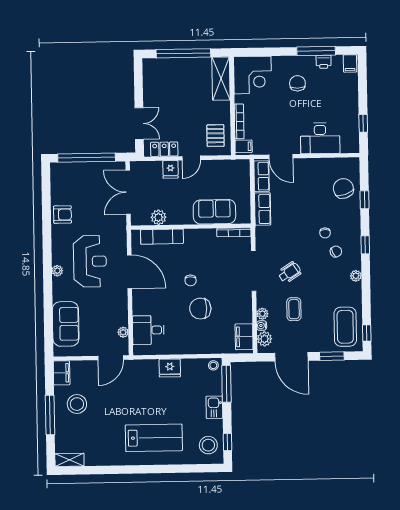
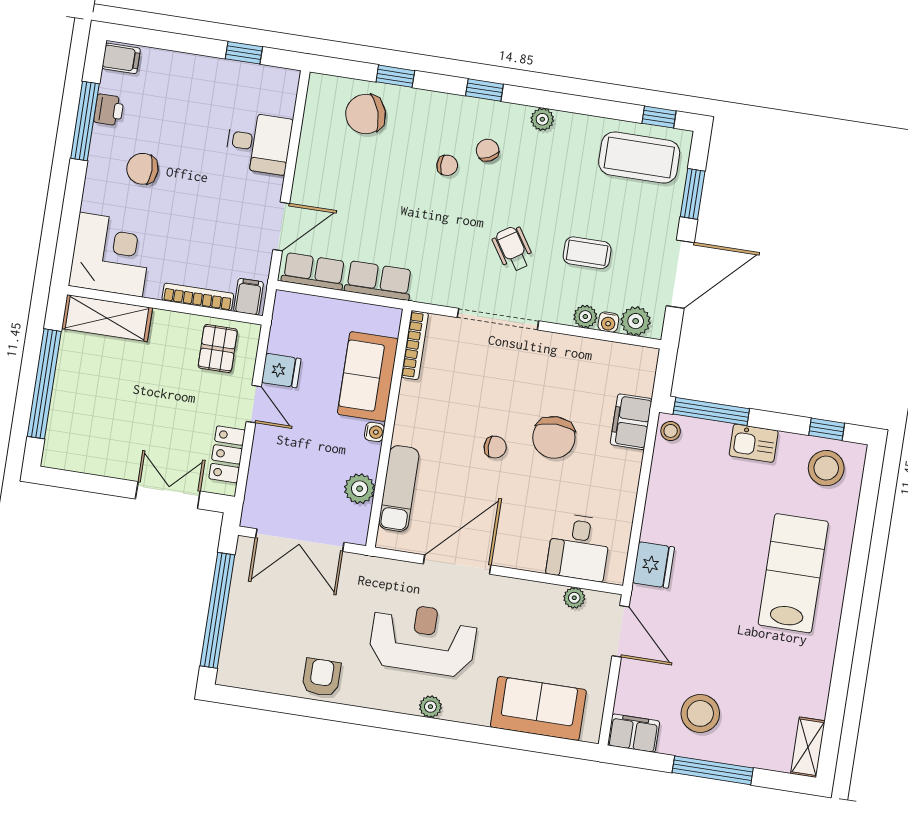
pallet: (215, 136) -> (218, 349), turned 90
desk: (320, 138) -> (259, 143), width x0.73
fridge: (170, 169) -> (281, 371), moved
water cooler: (188, 220) -> (374, 432), added
filing cabinet: (244, 337) -> (631, 422), moved, turned 90
fridge: (170, 368) -> (653, 565), moved

